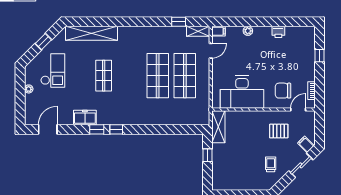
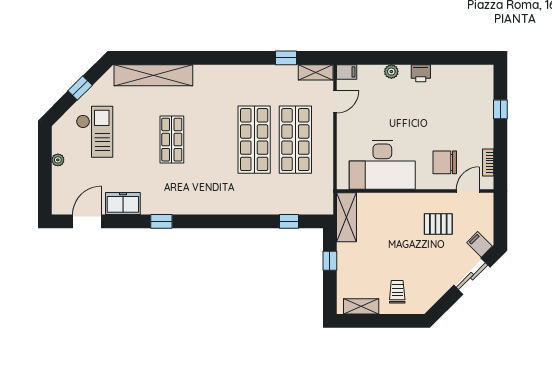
printer: (278, 32) -> (421, 73), moved
freezer: (85, 118) -> (123, 203), moved
window: (116, 129) -> (289, 221), moved
trolley: (271, 164) -> (397, 292), moved
shelving: (228, 185) -> (361, 306), added

